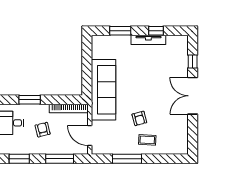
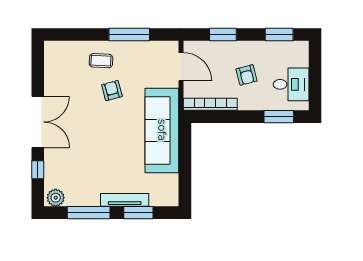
window: (156, 31) -> (89, 213), width x2.17
tv unit: (148, 40) -> (125, 200), moved
plant: (180, 41) -> (56, 198), added
window: (30, 100) -> (279, 117), moved
window: (60, 159) -> (223, 34), width x0.69

